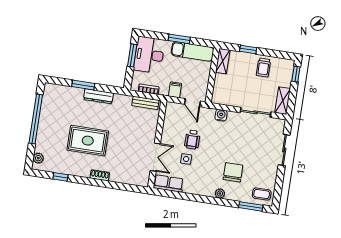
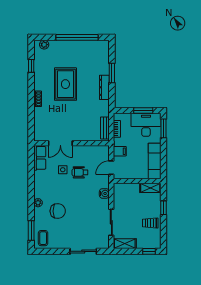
window: (179, 39) -> (163, 128), moved

